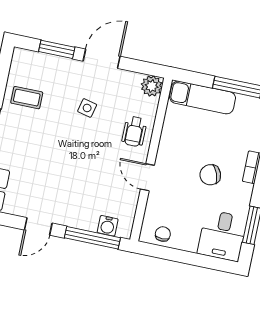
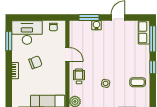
water cooler: (108, 226) -> (96, 25), moved
desk: (222, 236) -> (27, 33), width x1.37
window: (92, 238) -> (89, 18), width x0.69

